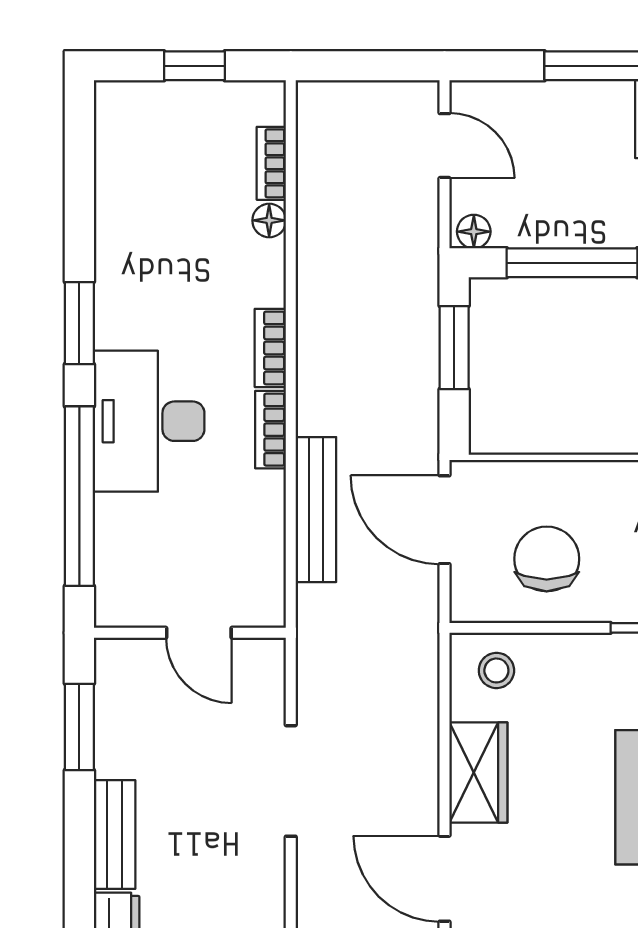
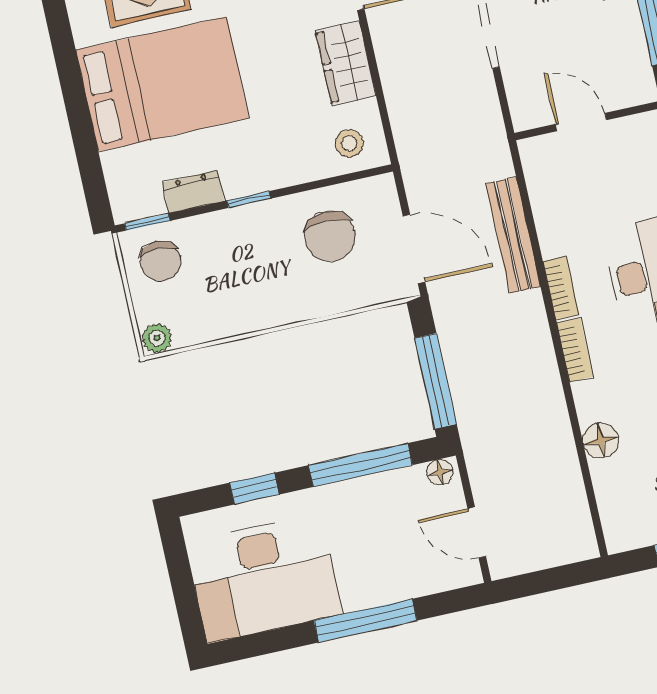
bookcase: (271, 163) -> (605, 490), removed
floor lamp: (269, 220) -> (601, 440), width x1.37, depth x1.37
window: (454, 348) -> (436, 381), width x1.44

